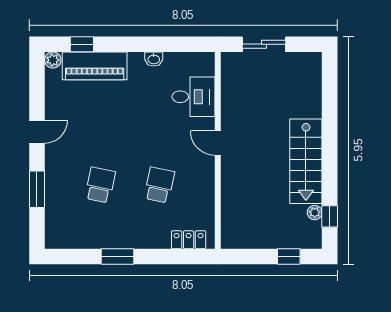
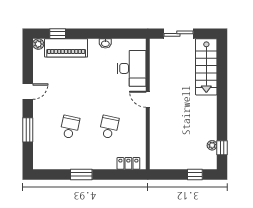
desk: (194, 97) -> (132, 68), width x1.37
stairs: (306, 161) -> (206, 67), moved

